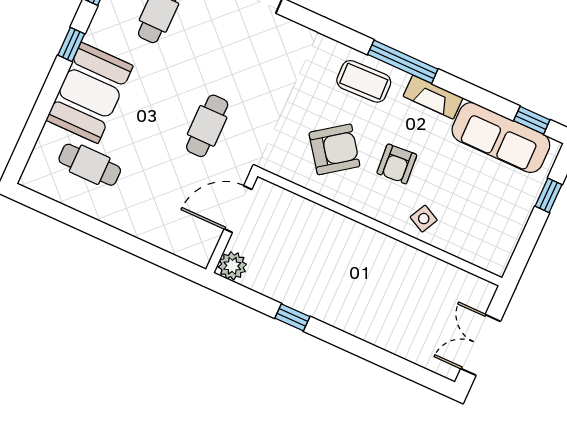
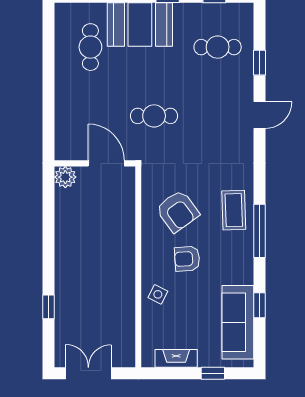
fireplace: (433, 97) -> (176, 358), moved, turned 90
window: (532, 120) -> (259, 305), moved
window: (292, 317) -> (49, 307), moved

